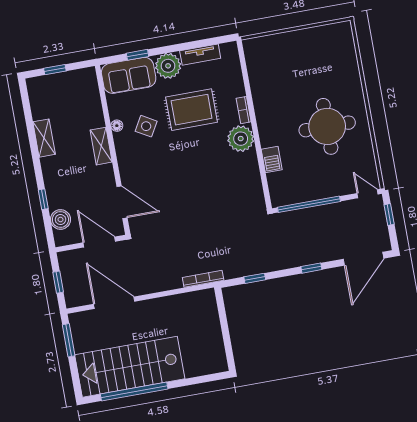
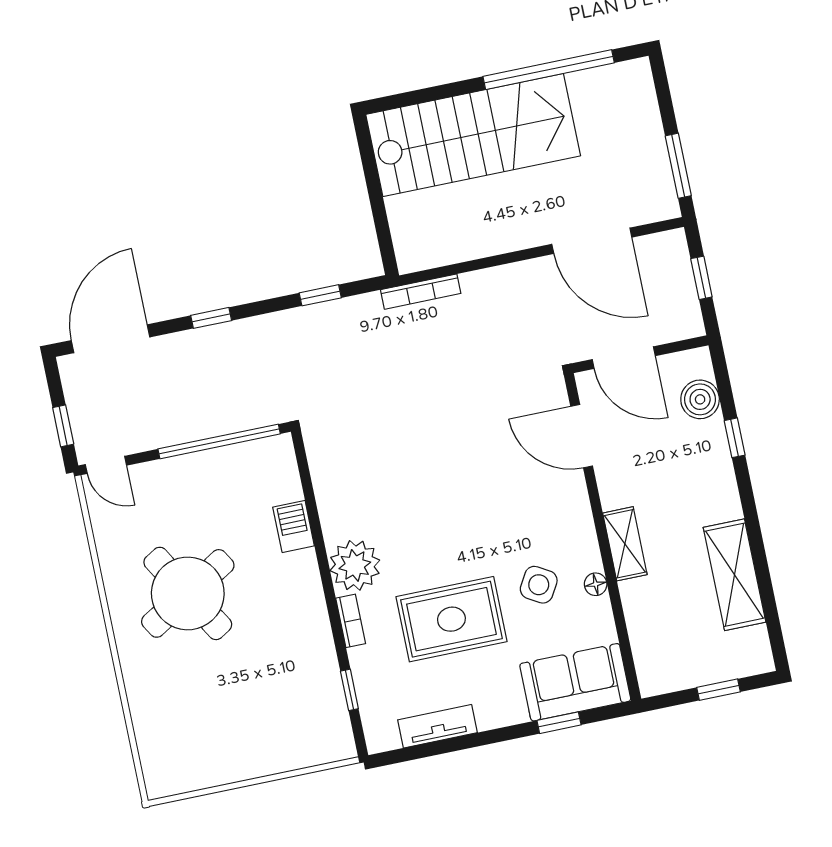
plant: (168, 66) -> (499, 703), removed
window: (245, 74) -> (349, 690), added
round table: (327, 126) -> (188, 593), turned -31
shelving: (44, 138) -> (735, 575), width x1.50, depth x1.33
stairs: (130, 367) -> (473, 135), moved

